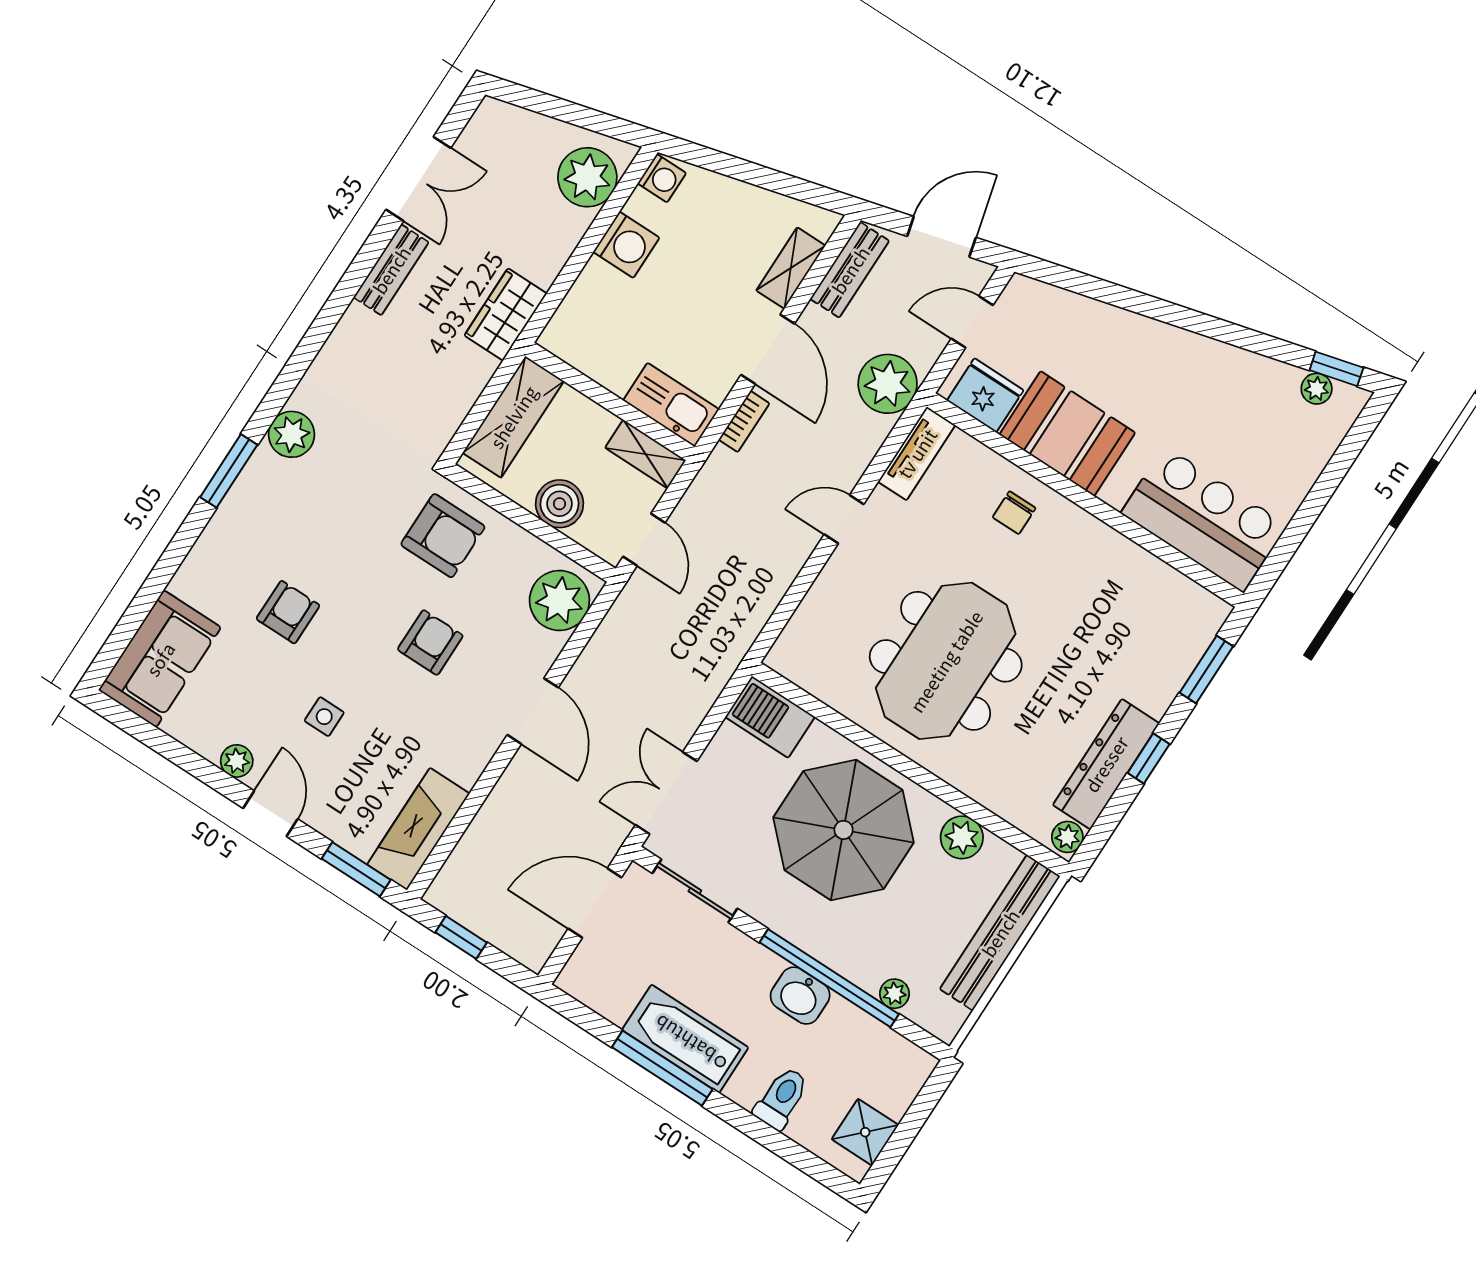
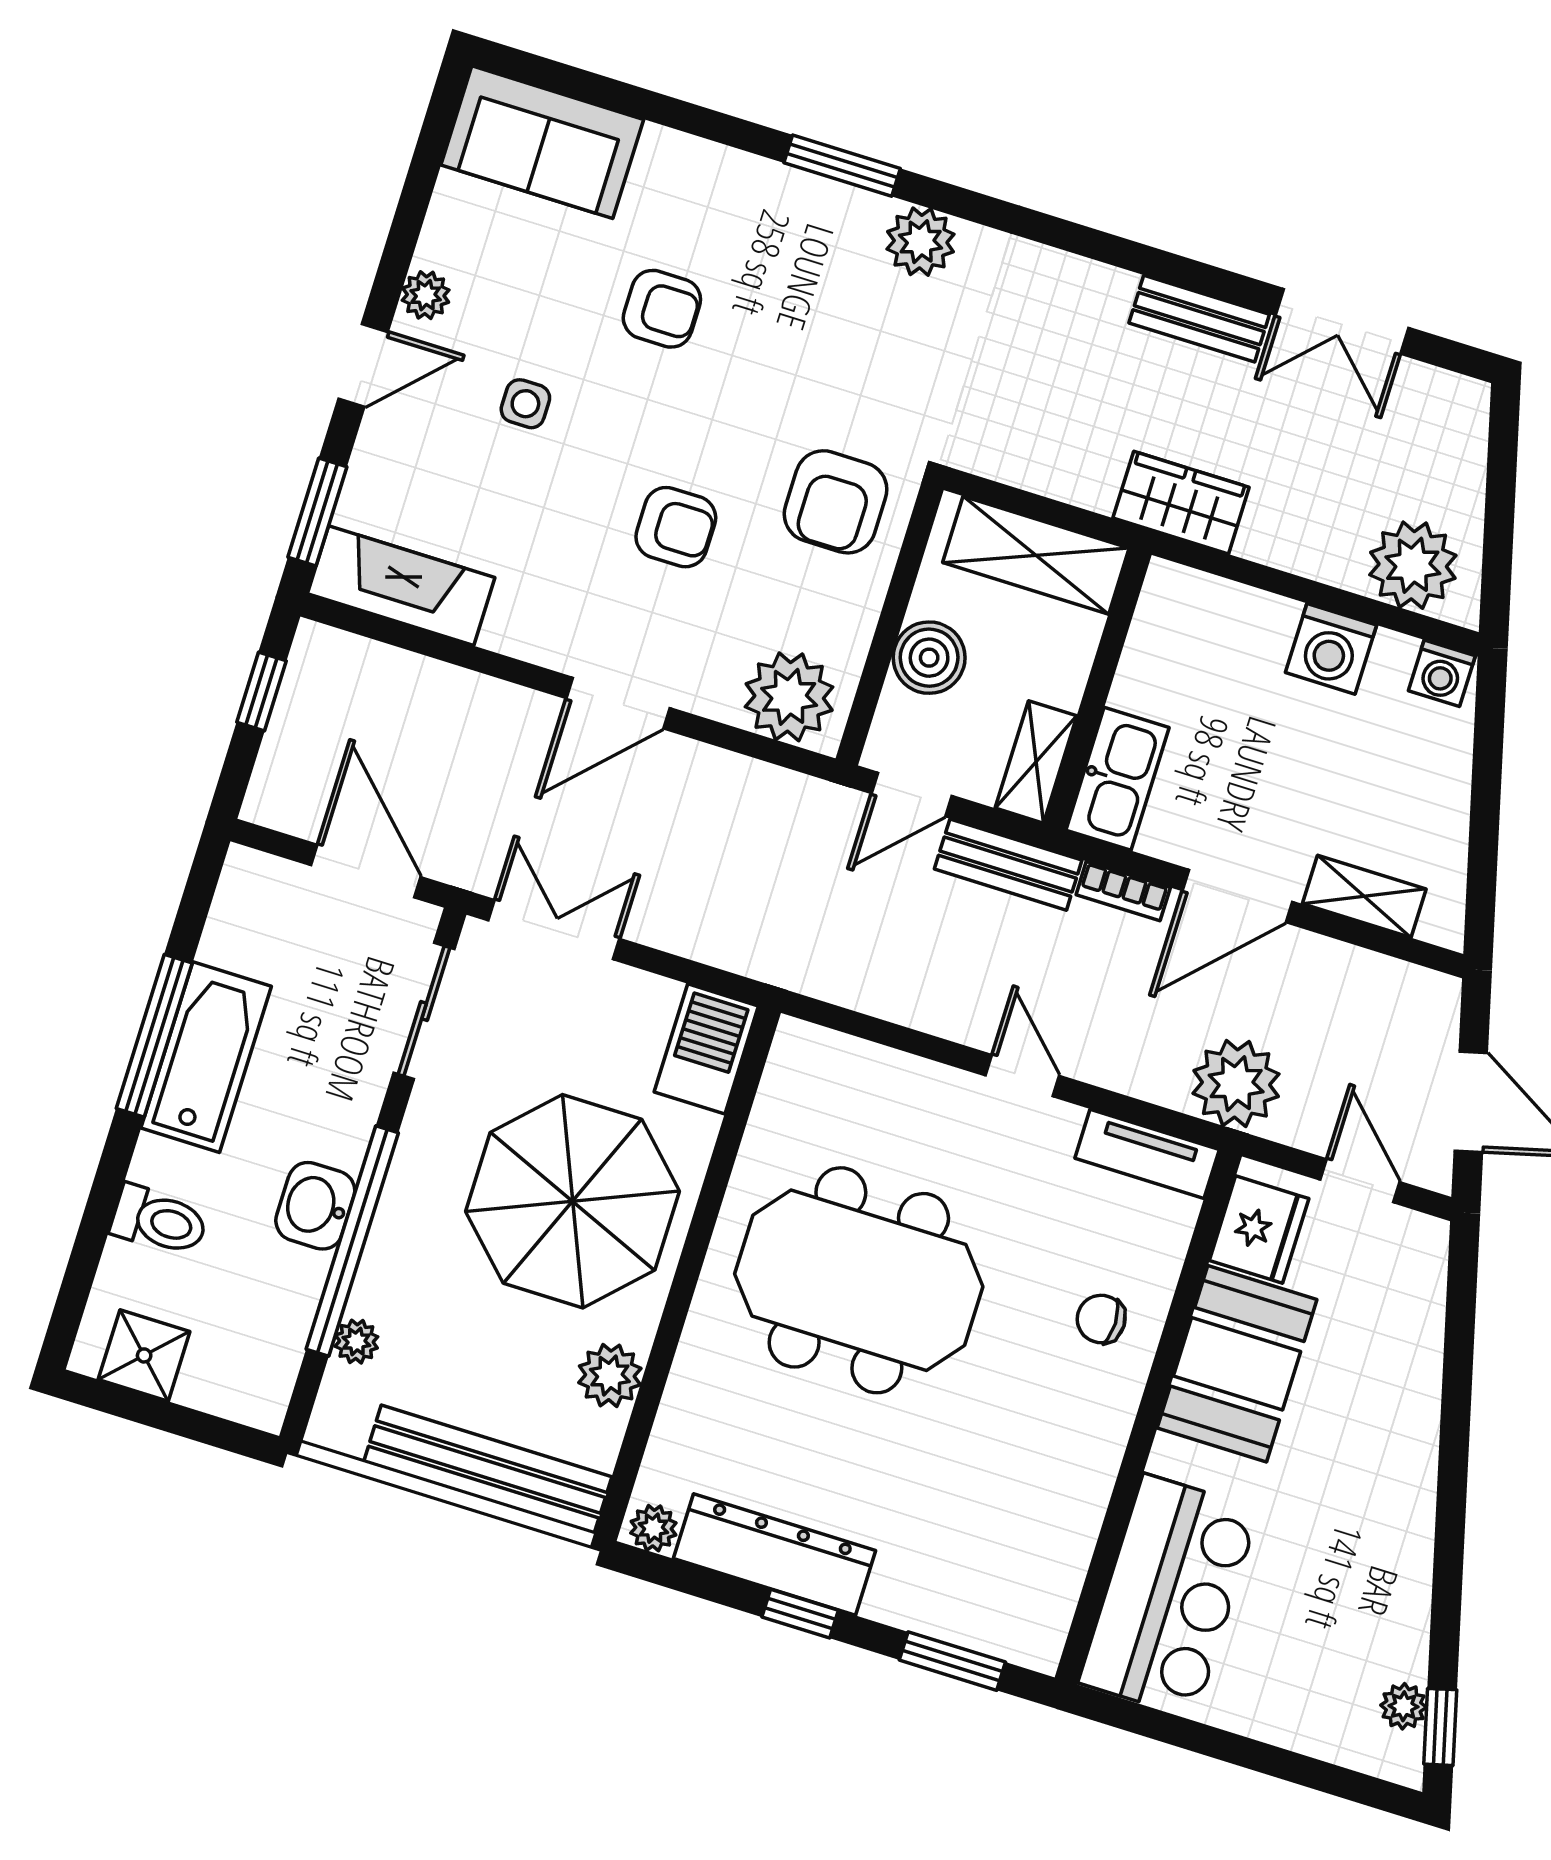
bench: (850, 270) -> (1008, 865), moved

